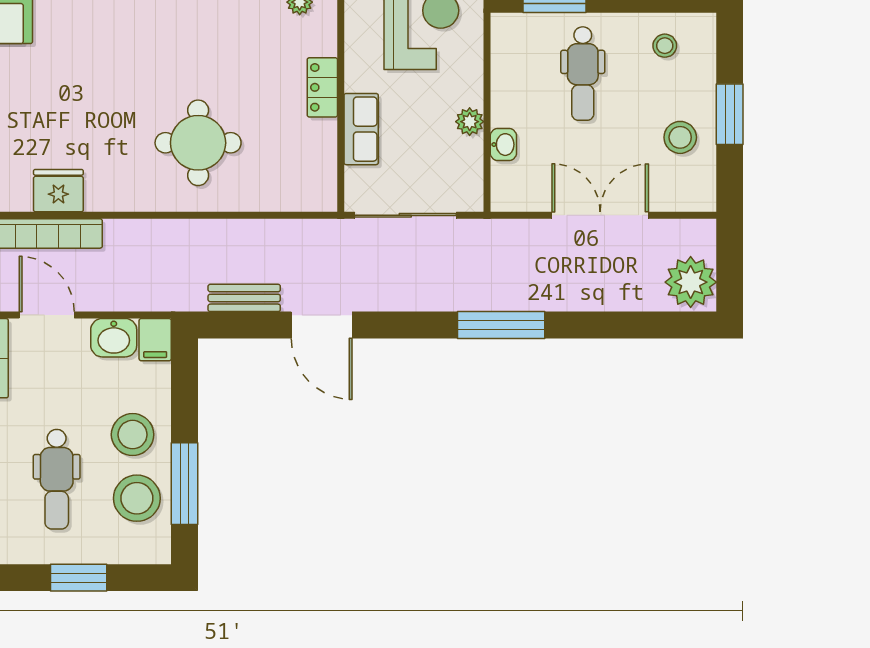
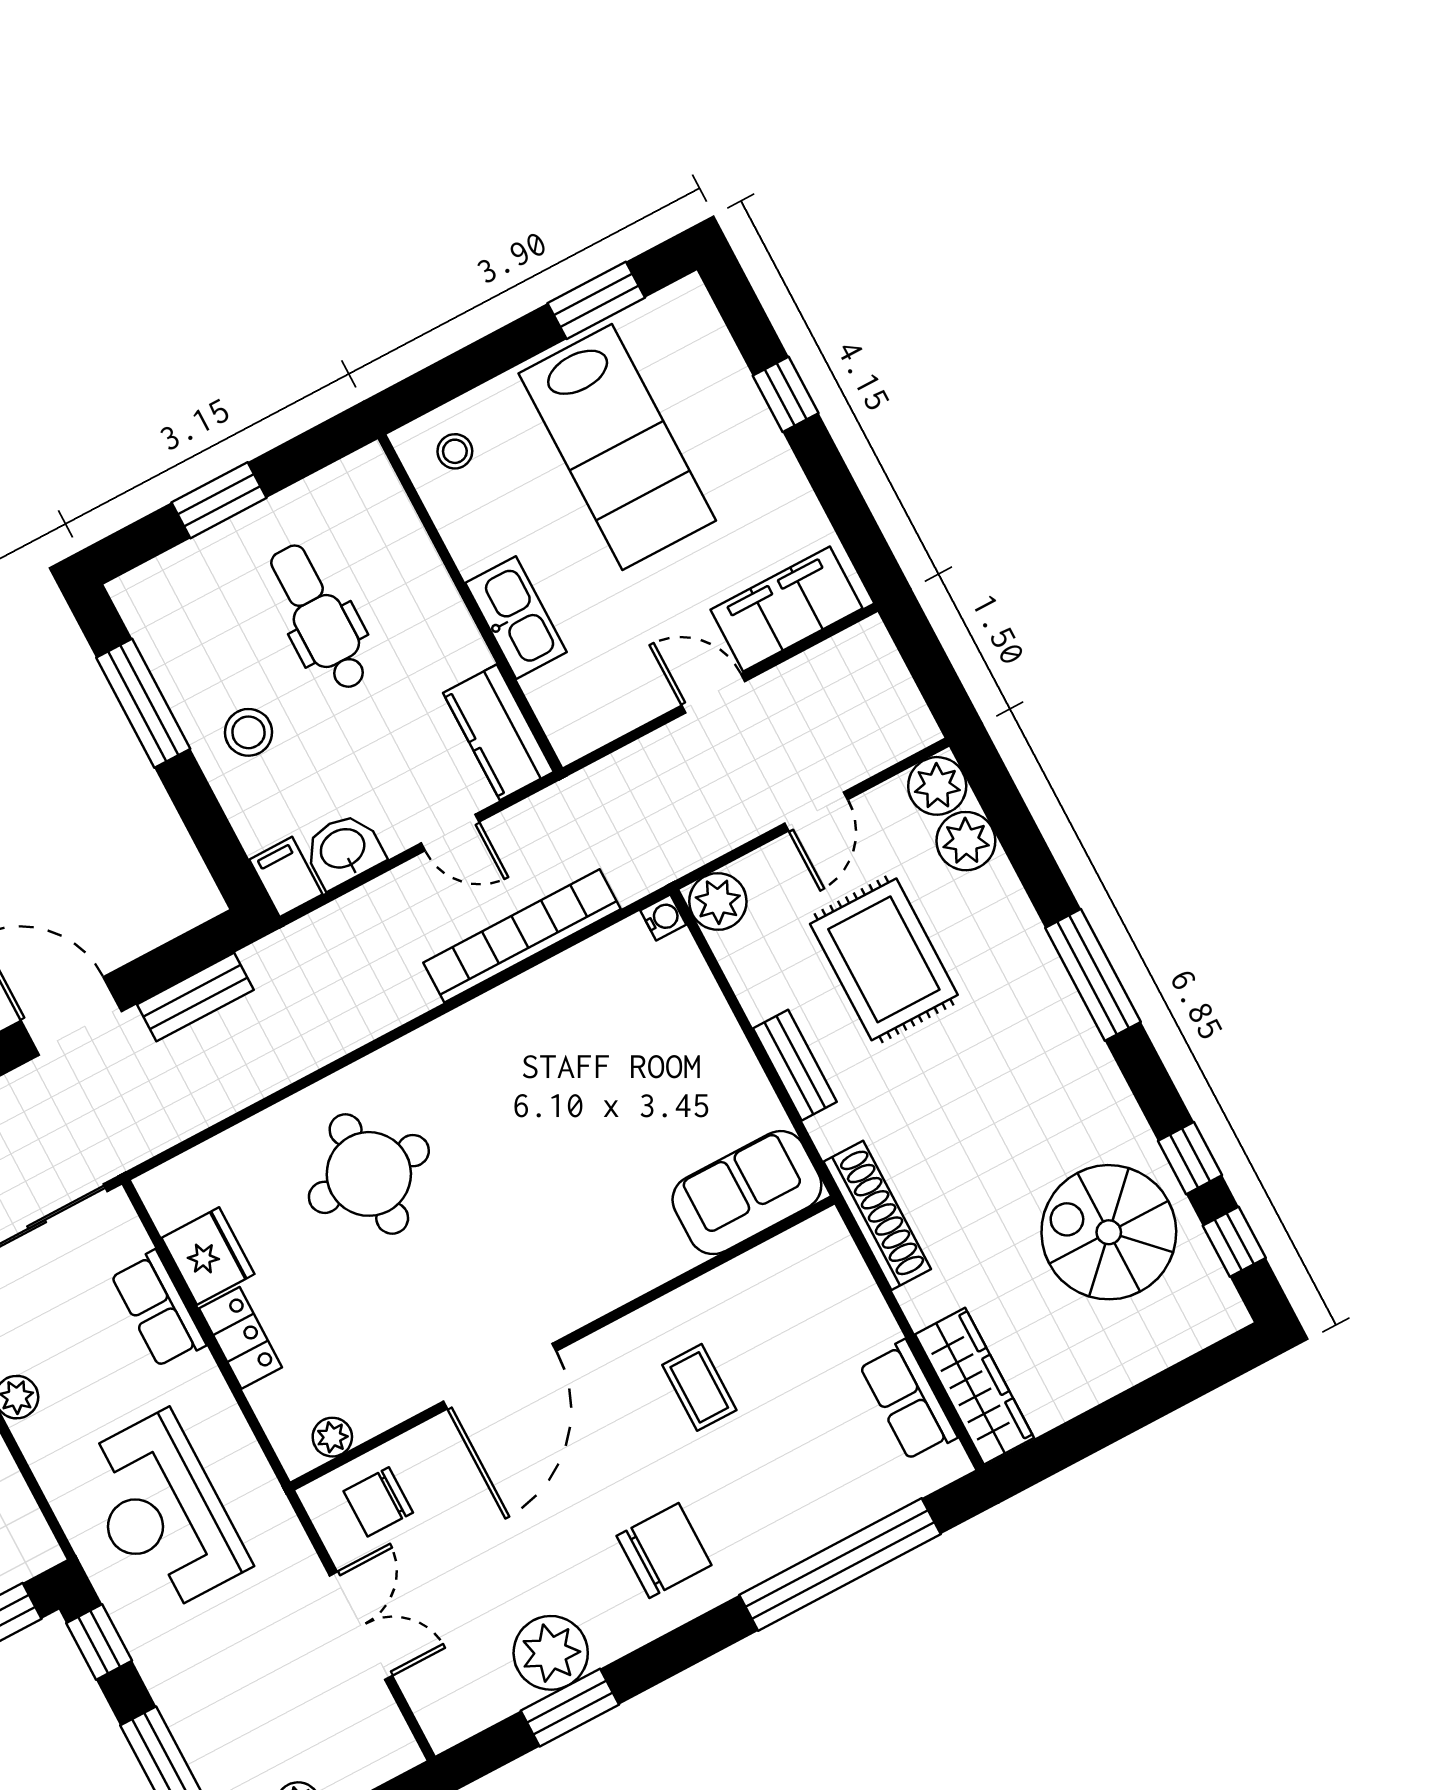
fridge: (58, 191) -> (208, 1256), moved, turned -90
door: (47, 315) -> (450, 833), width x0.73
stool: (133, 435) -> (249, 732), width x0.73, depth x0.73
stool: (137, 498) -> (197, 649), removed

